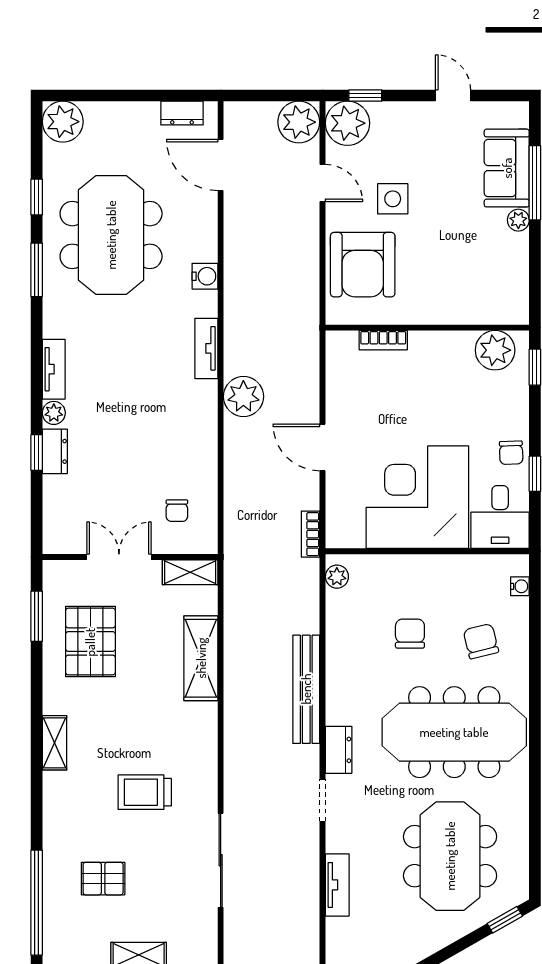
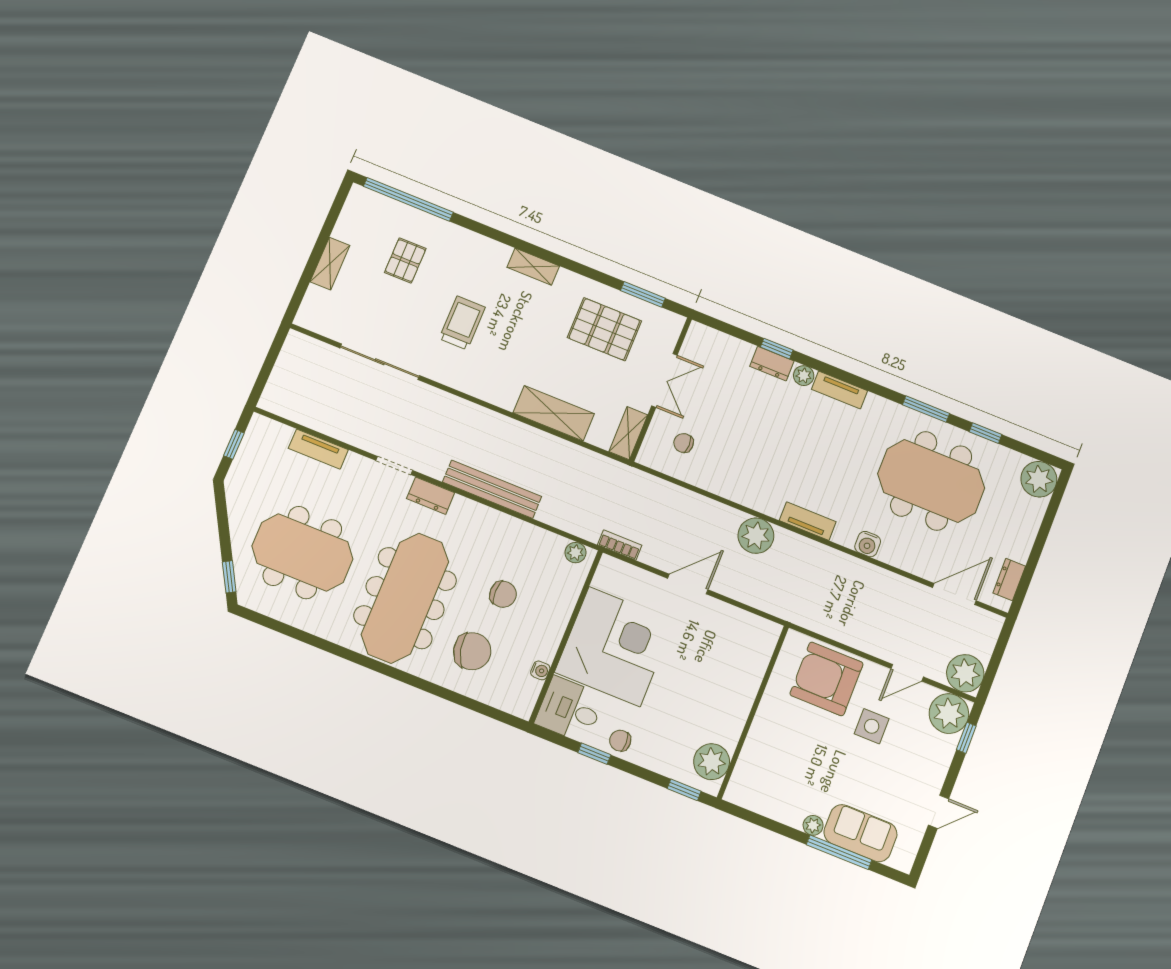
bookcase: (383, 340) -> (757, 671), removed
water cooler: (520, 586) -> (540, 670), moved, turned -90
chair: (481, 641) -> (472, 651), width x1.37, depth x1.37

